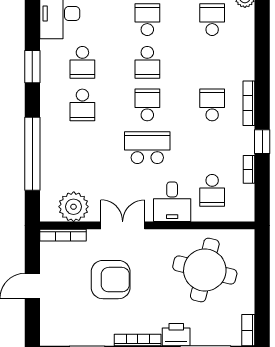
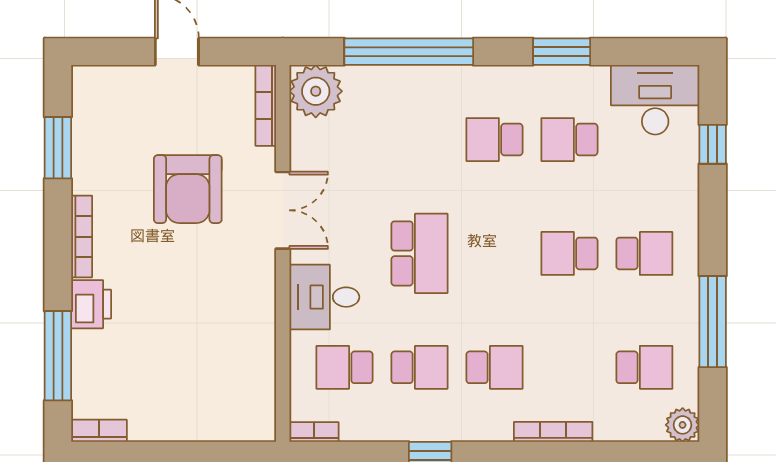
bookcase: (249, 103) -> (553, 432), moved
school desk: (147, 105) -> (419, 367), moved
bookcase: (249, 169) -> (314, 432), moved
plant: (74, 207) -> (316, 91), moved
round table: (205, 270) -> (205, 355), removed

